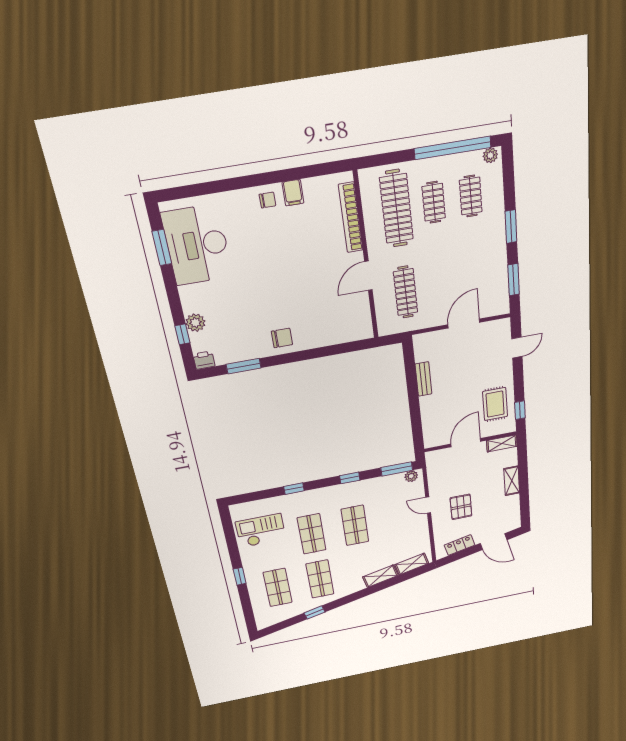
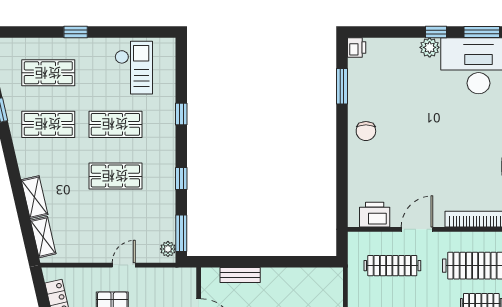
door: (368, 276) -> (417, 229), hinge flipped
printer: (359, 316) -> (375, 215), added
plant: (195, 323) -> (430, 47), moved
window: (182, 334) -> (436, 32), moved
bench: (423, 379) -> (240, 275), moved

